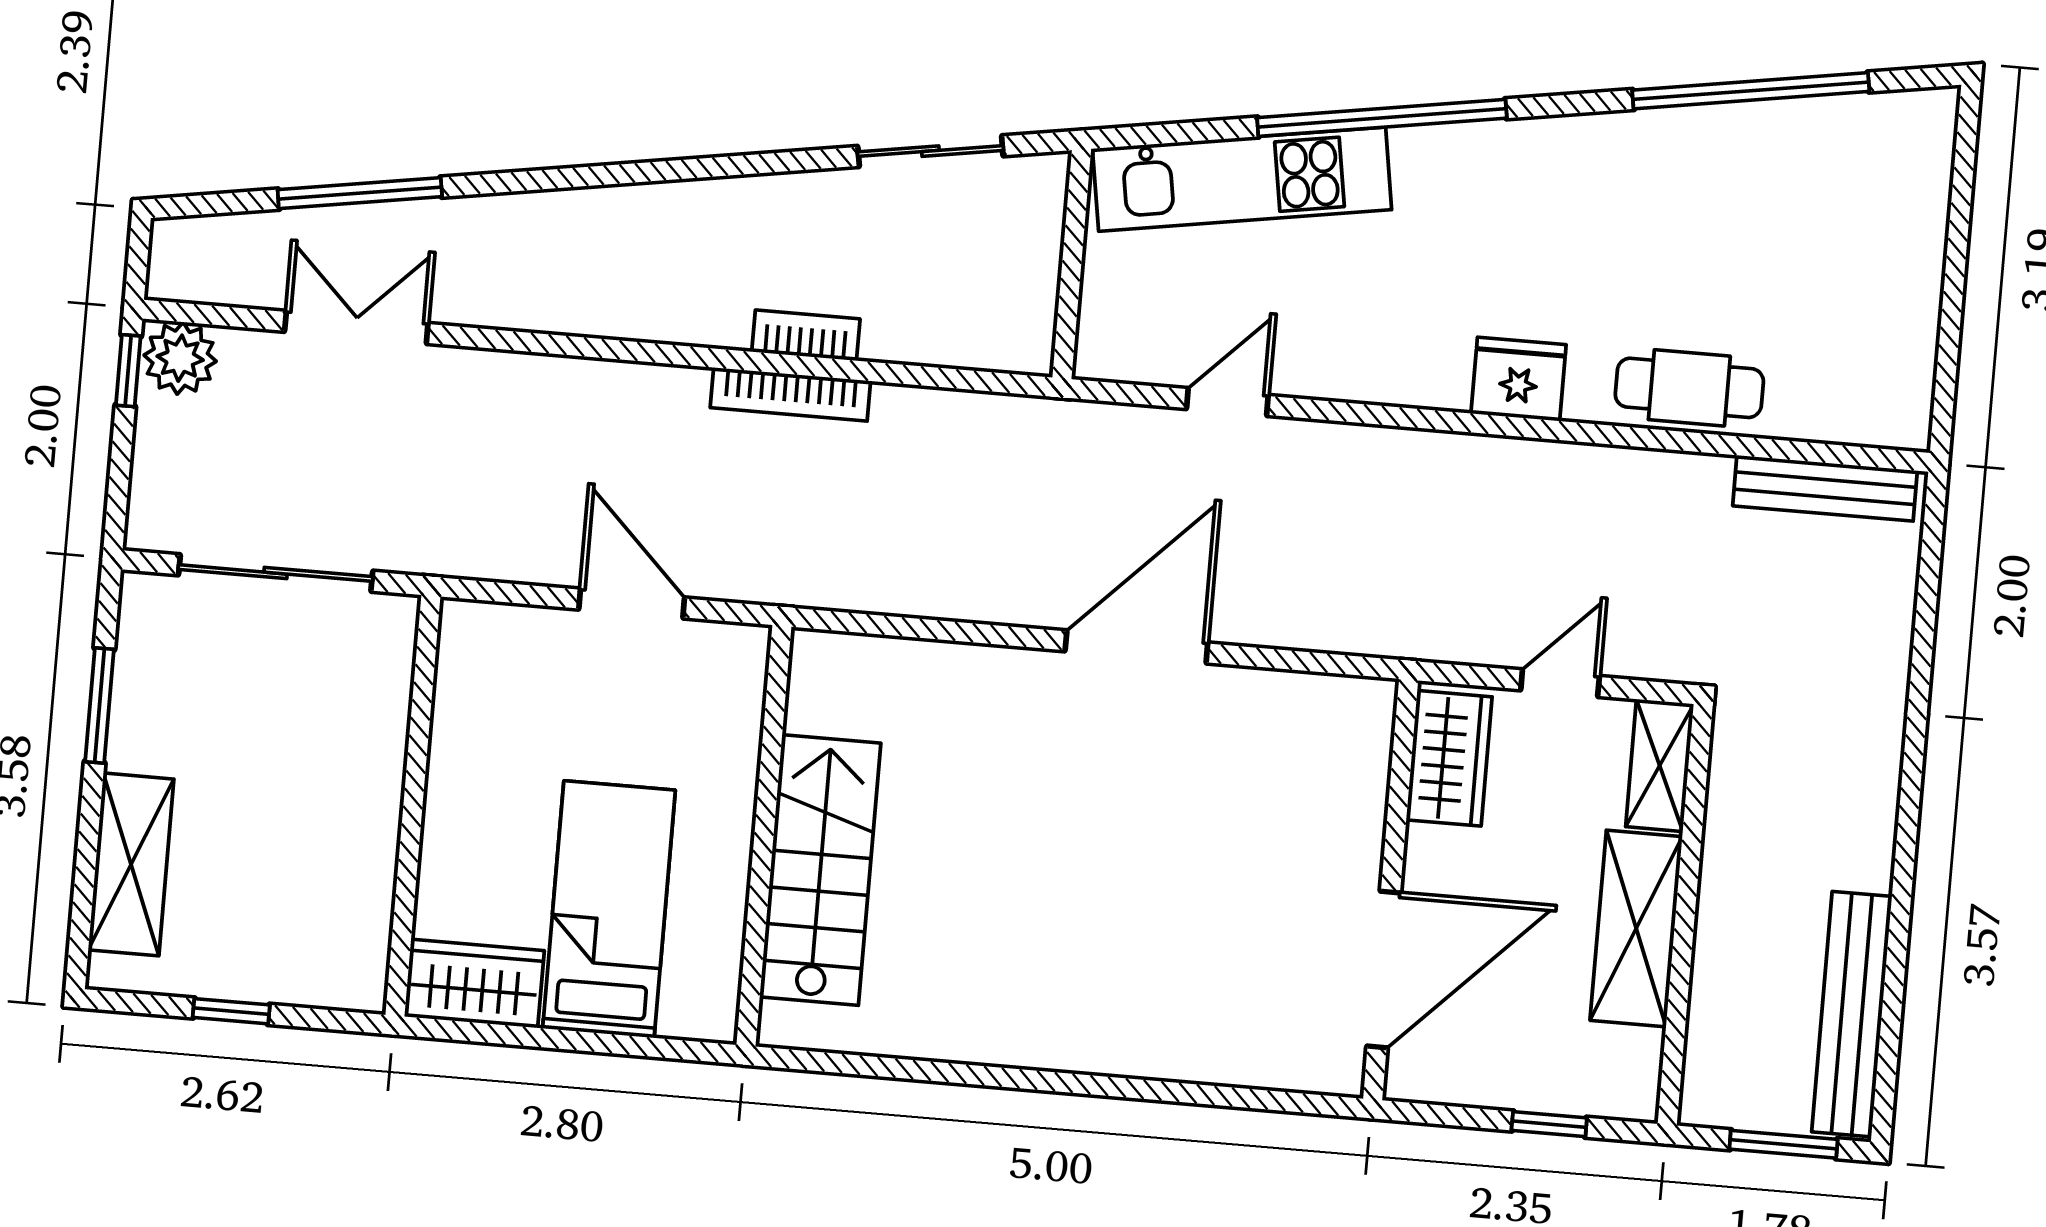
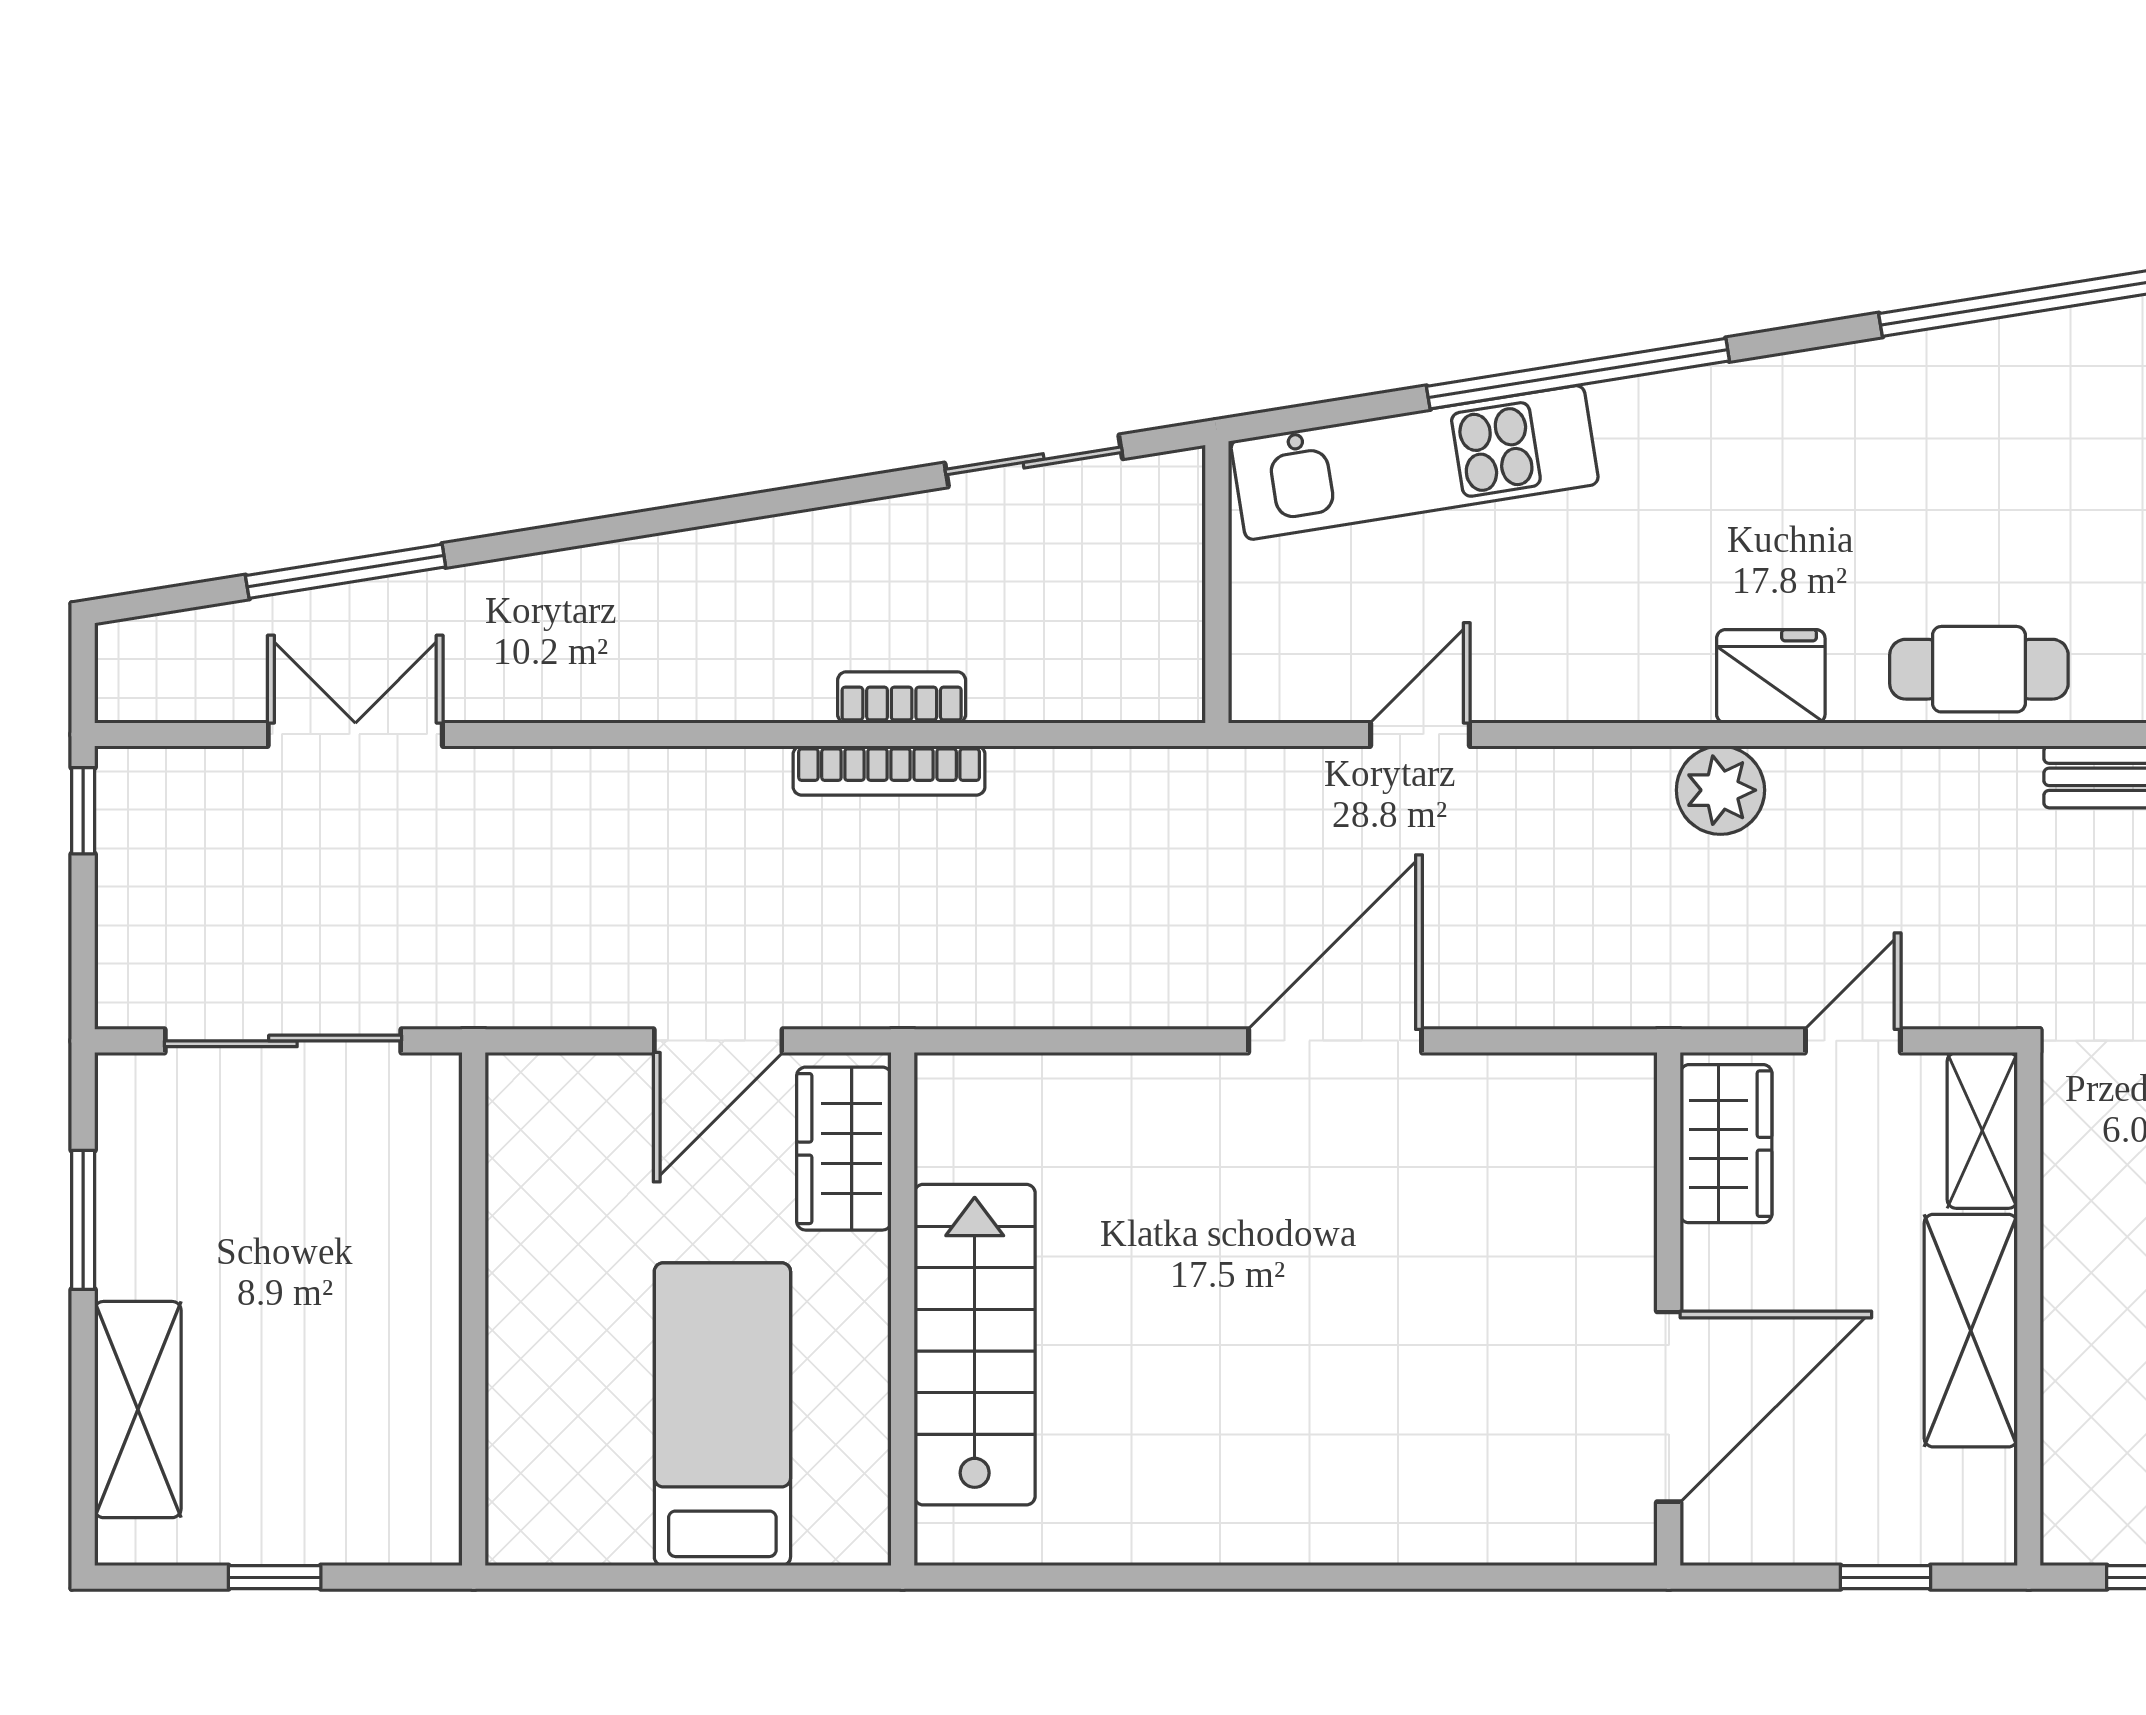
plant: (180, 358) -> (1720, 790), moved
door: (632, 604) -> (718, 1041), swing flipped
wardrobe: (474, 984) -> (844, 1149), moved, turned -90

